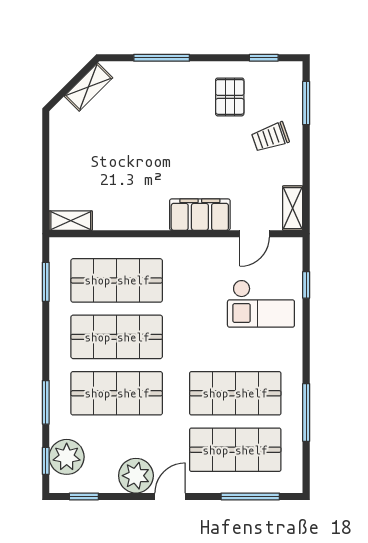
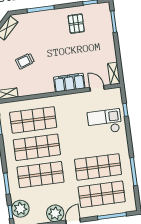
trolley: (270, 137) -> (25, 61), moved
door: (255, 234) -> (97, 88), swing flipped
checkout: (261, 304) -> (105, 122), turned 180

